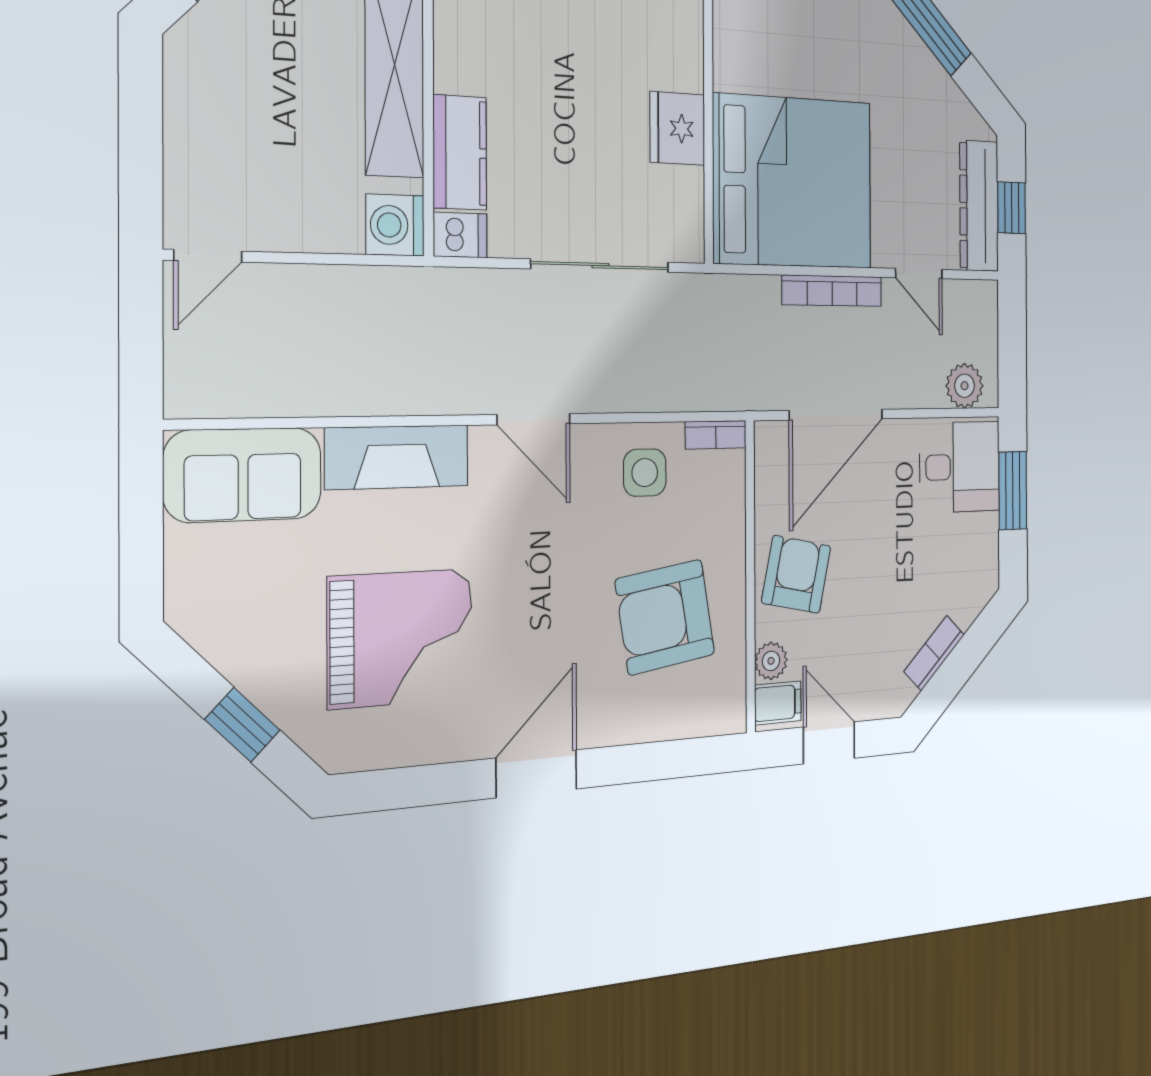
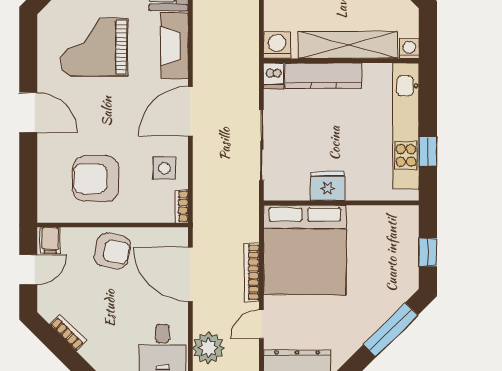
kitchen counter: (460, 152) -> (323, 76), width x1.50
plant: (965, 386) -> (208, 348), width x1.36, depth x1.36
door: (534, 419) -> (190, 111), width x1.36
armchair: (665, 617) -> (96, 179), turned -81
grand piano: (401, 638) -> (94, 47), turned 90
plant: (771, 661) -> (71, 236), removed

